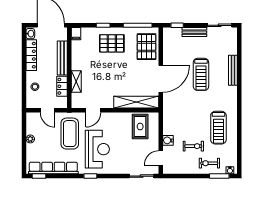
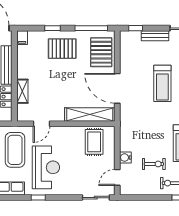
door: (161, 79) -> (117, 88), swing flipped

